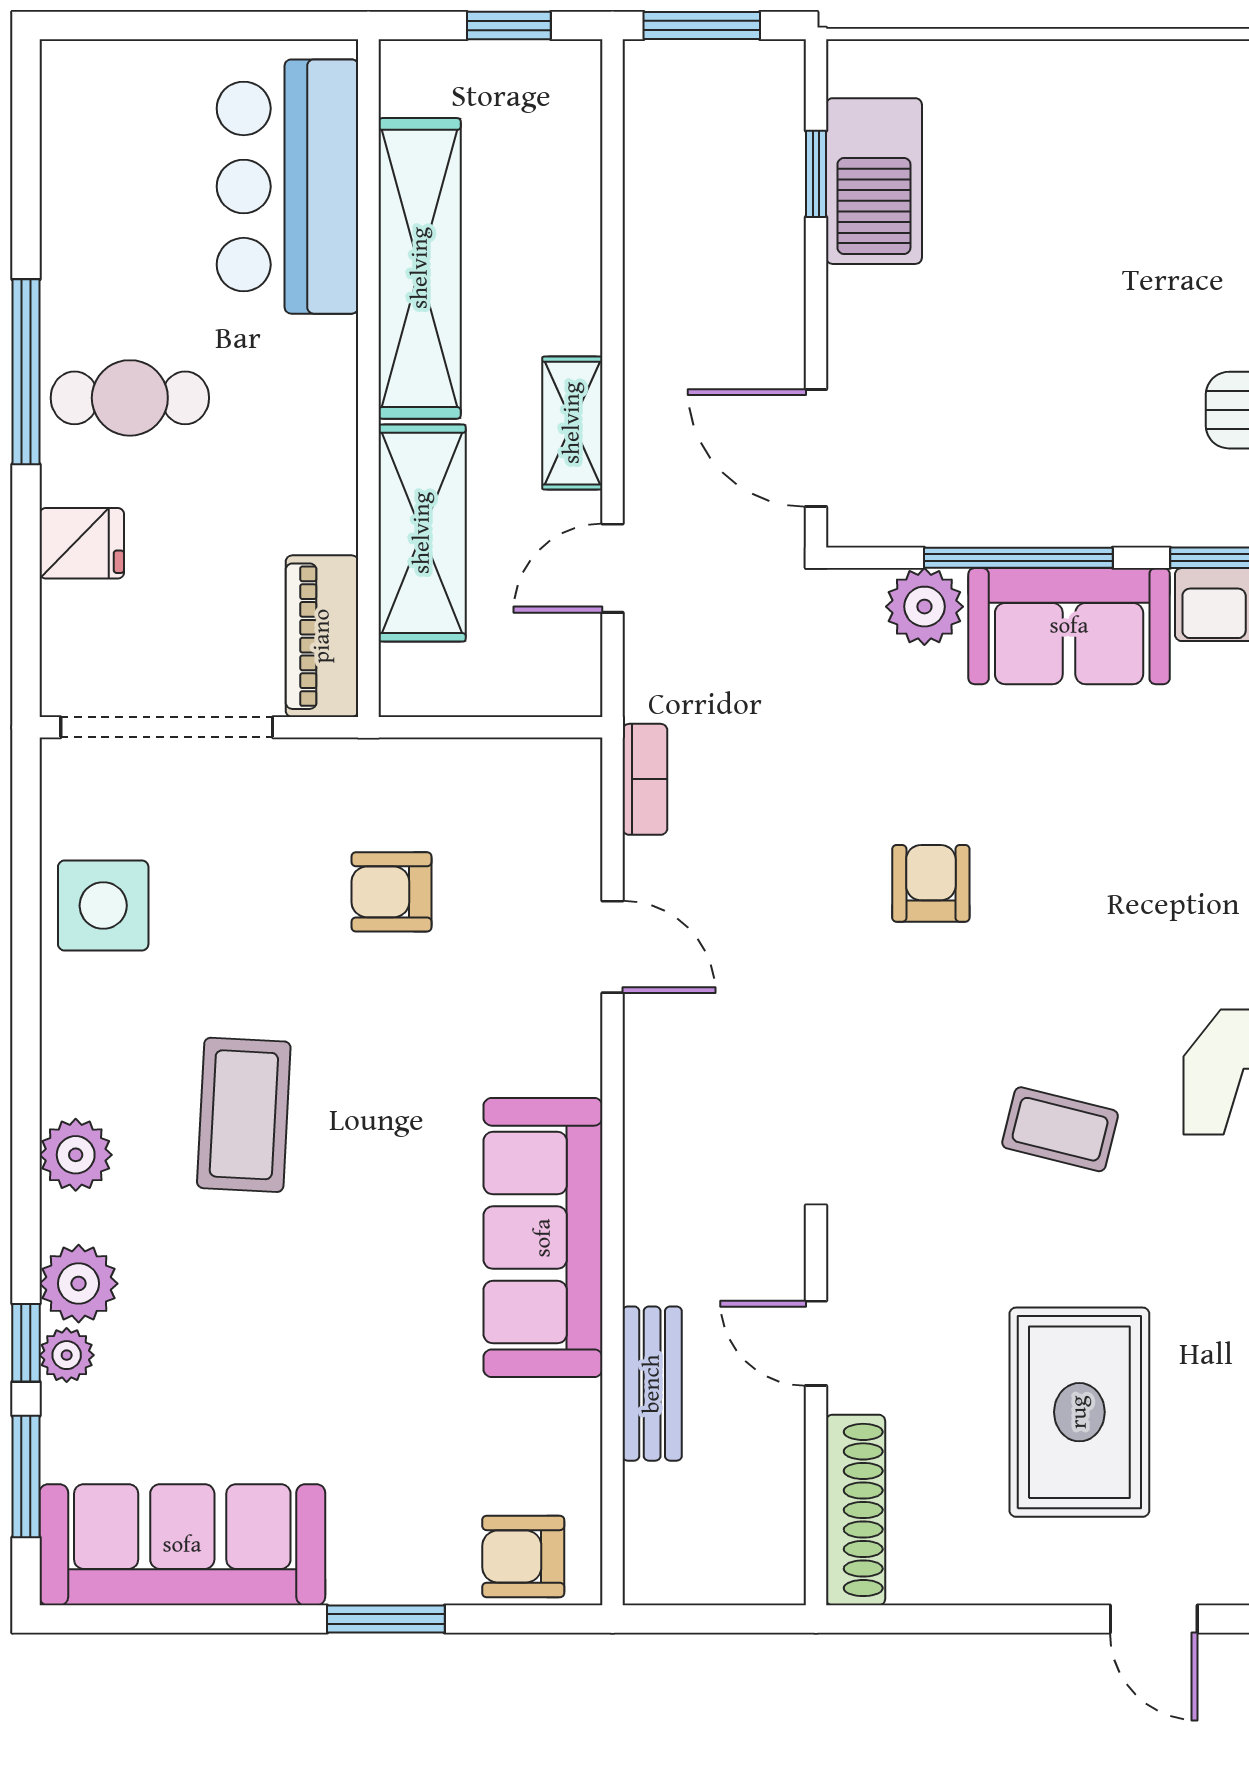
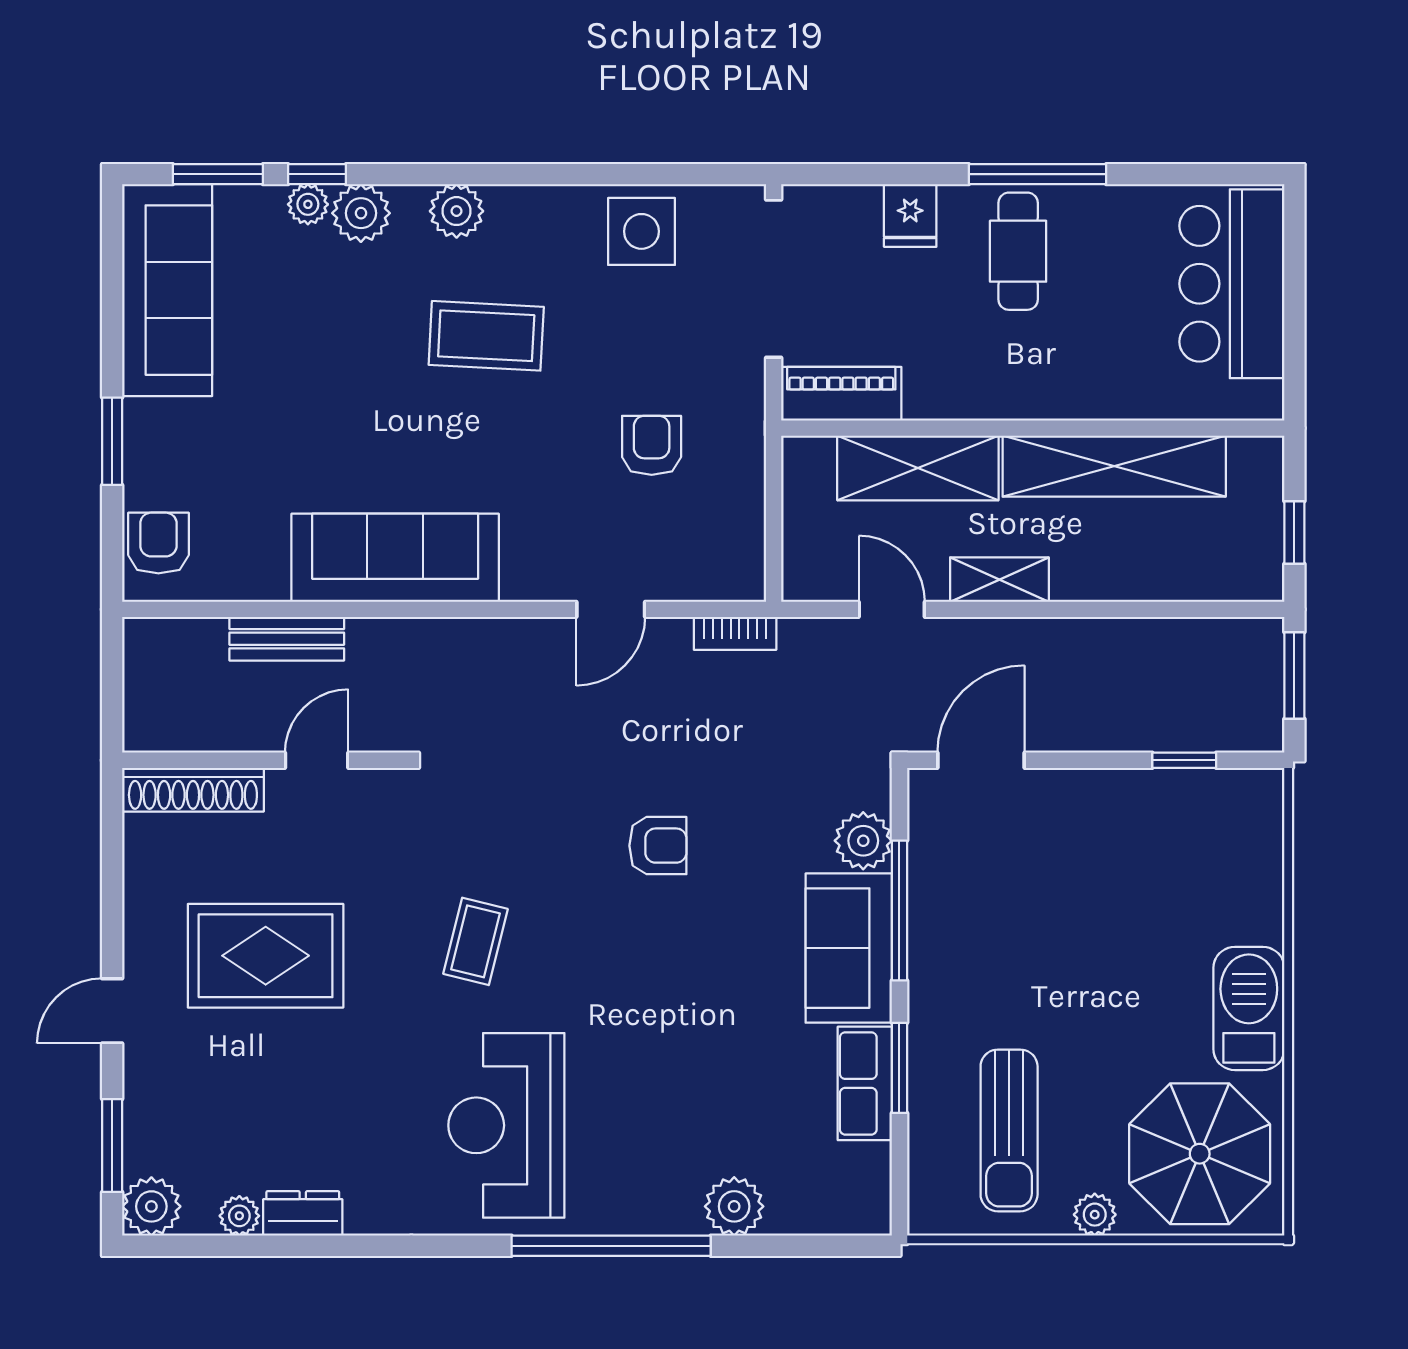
barbecue: (874, 181) -> (1249, 1008), moved, turned 90
bar counter: (288, 187) -> (1232, 284), moved, turned -90

